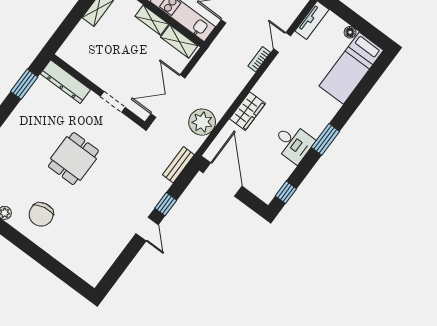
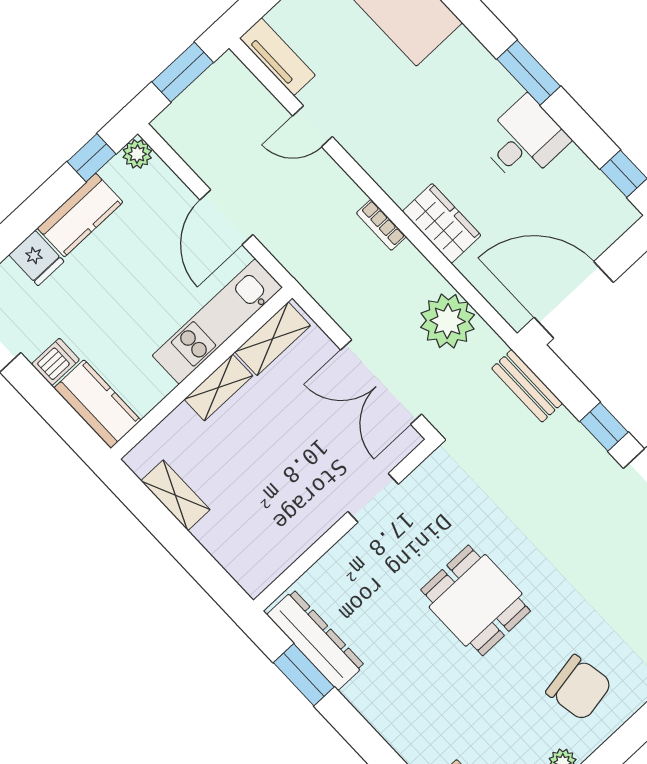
bookcase: (259, 59) -> (381, 225), moved
dresser: (65, 82) -> (316, 640), moved, turned -90

